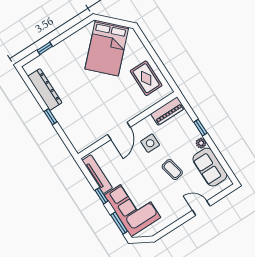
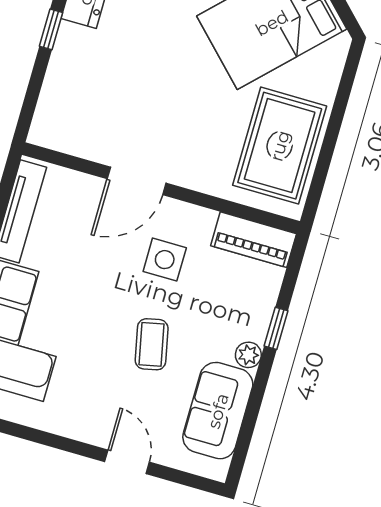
rug: (146, 78) -> (280, 146), width x1.36, depth x1.43

